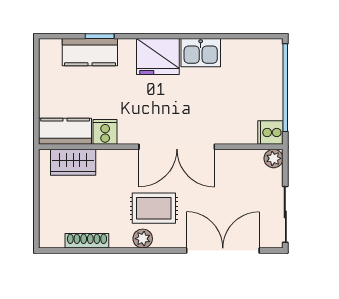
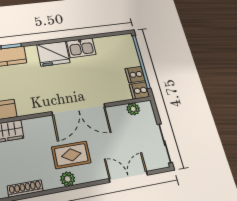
cooker: (105, 132) -> (135, 75), moved, turned -90
plant: (274, 158) -> (133, 109), moved
double door: (223, 250) -> (128, 177), width x0.73

